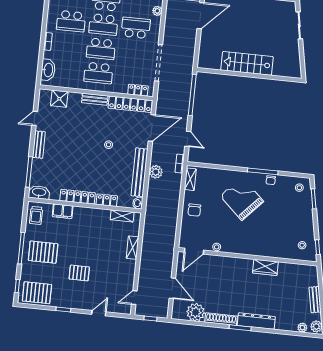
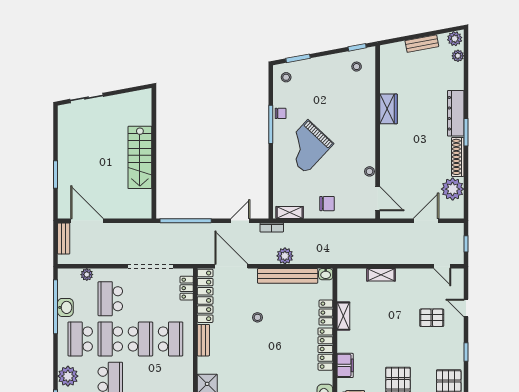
school desk: (103, 24) -> (110, 339), turned 180
shelving: (122, 216) -> (343, 316), moved
pallet: (79, 273) -> (432, 318), moved, turned 90

